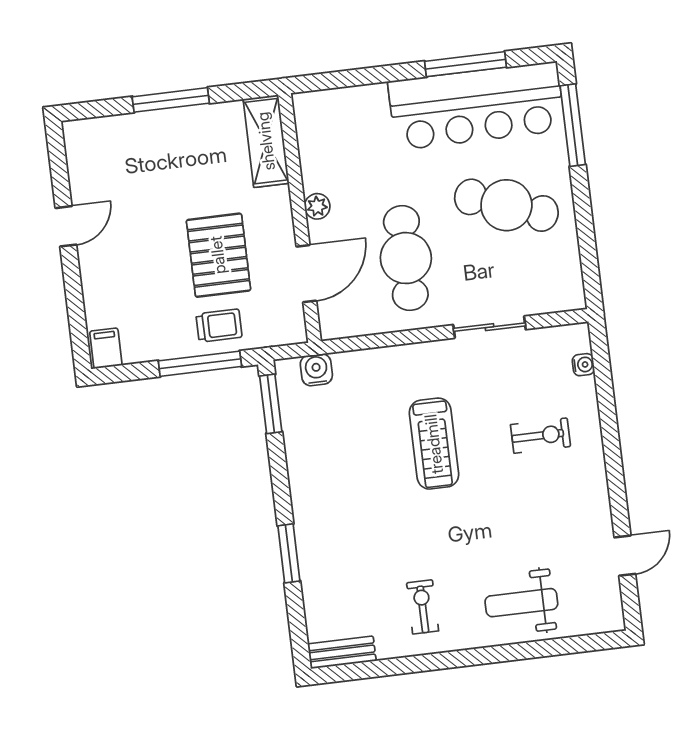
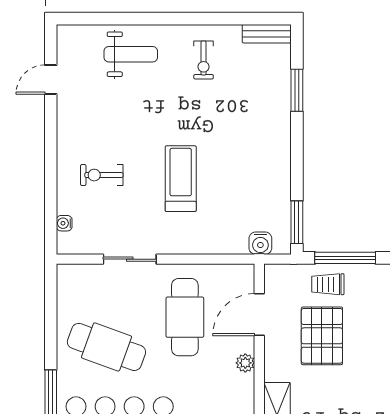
window: (289, 553) -> (297, 90), moved

